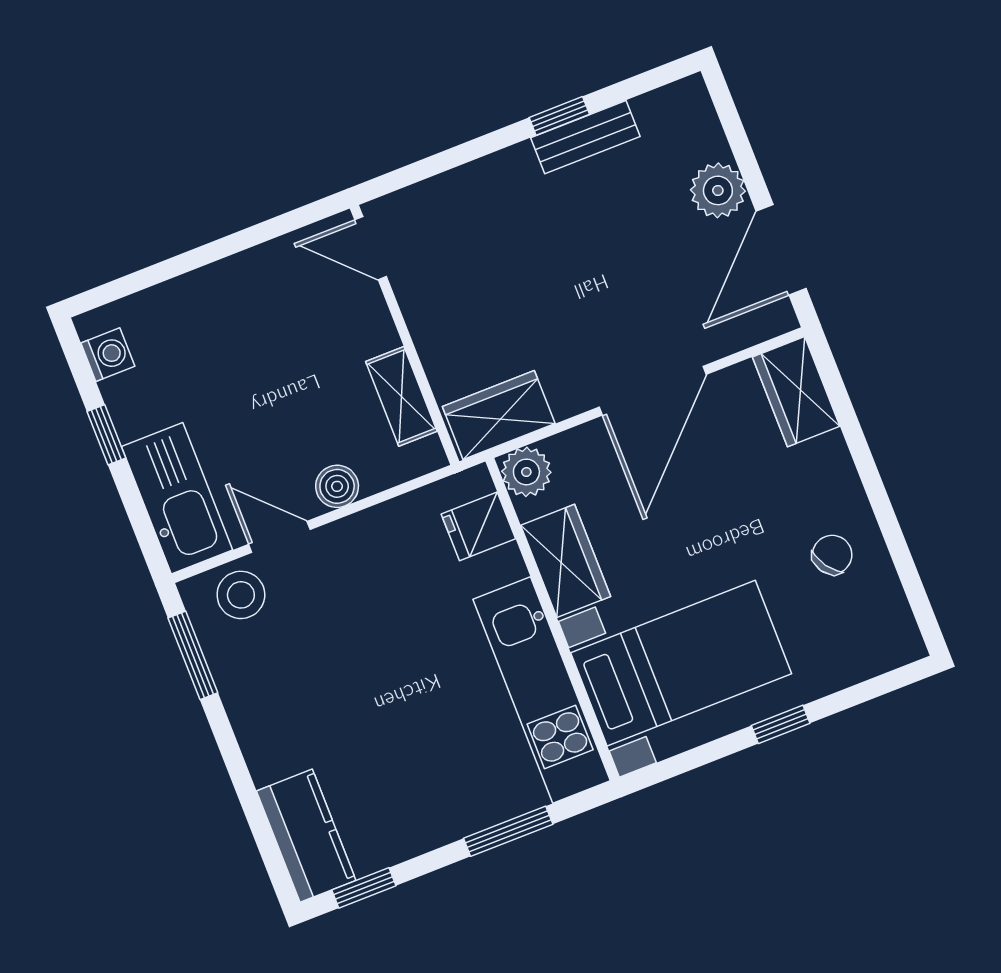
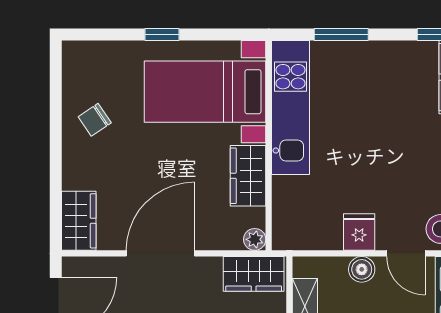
plant: (526, 472) -> (255, 239), width x0.73, depth x0.73
fridge: (478, 526) -> (359, 232), moved, turned -90

